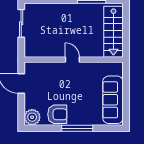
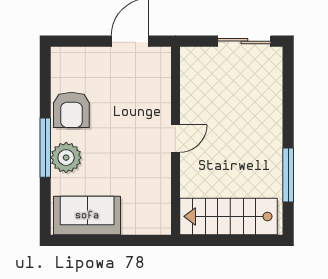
sofa: (113, 100) -> (87, 216), width x0.73
plant: (32, 117) -> (66, 158), moved

